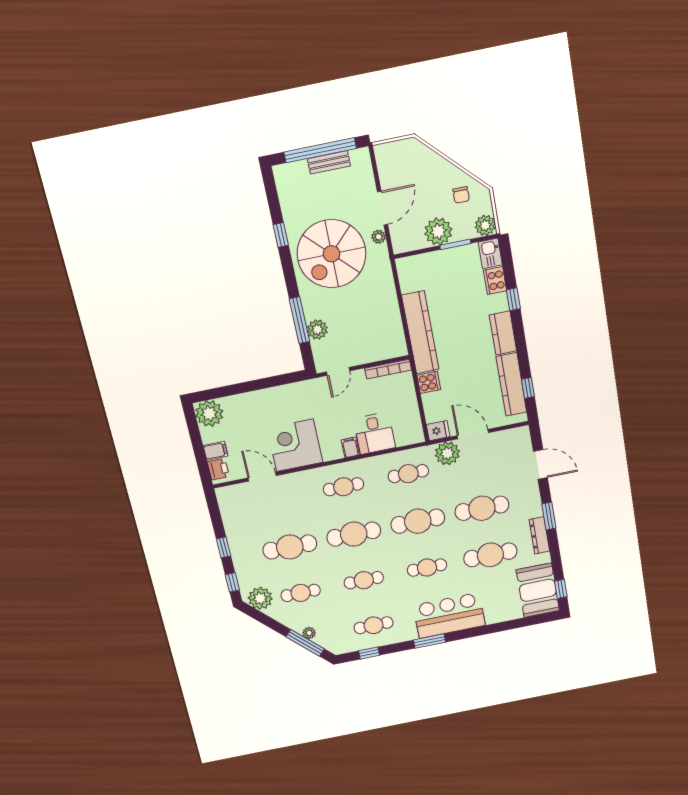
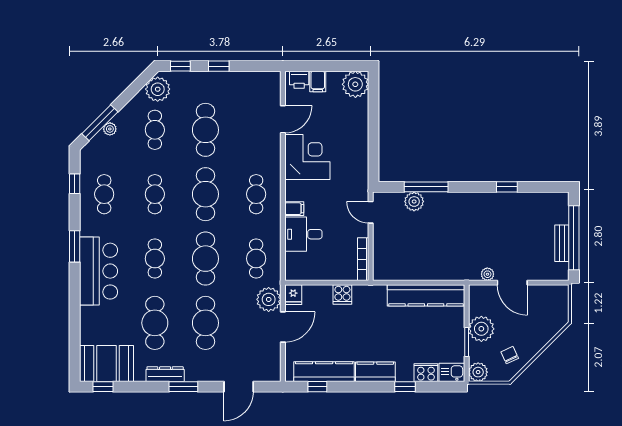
chair: (461, 195) -> (510, 355), turned 65
spiral stairs: (332, 254) -> (481, 229), removed
kitchen counter: (420, 332) -> (426, 295), moved

